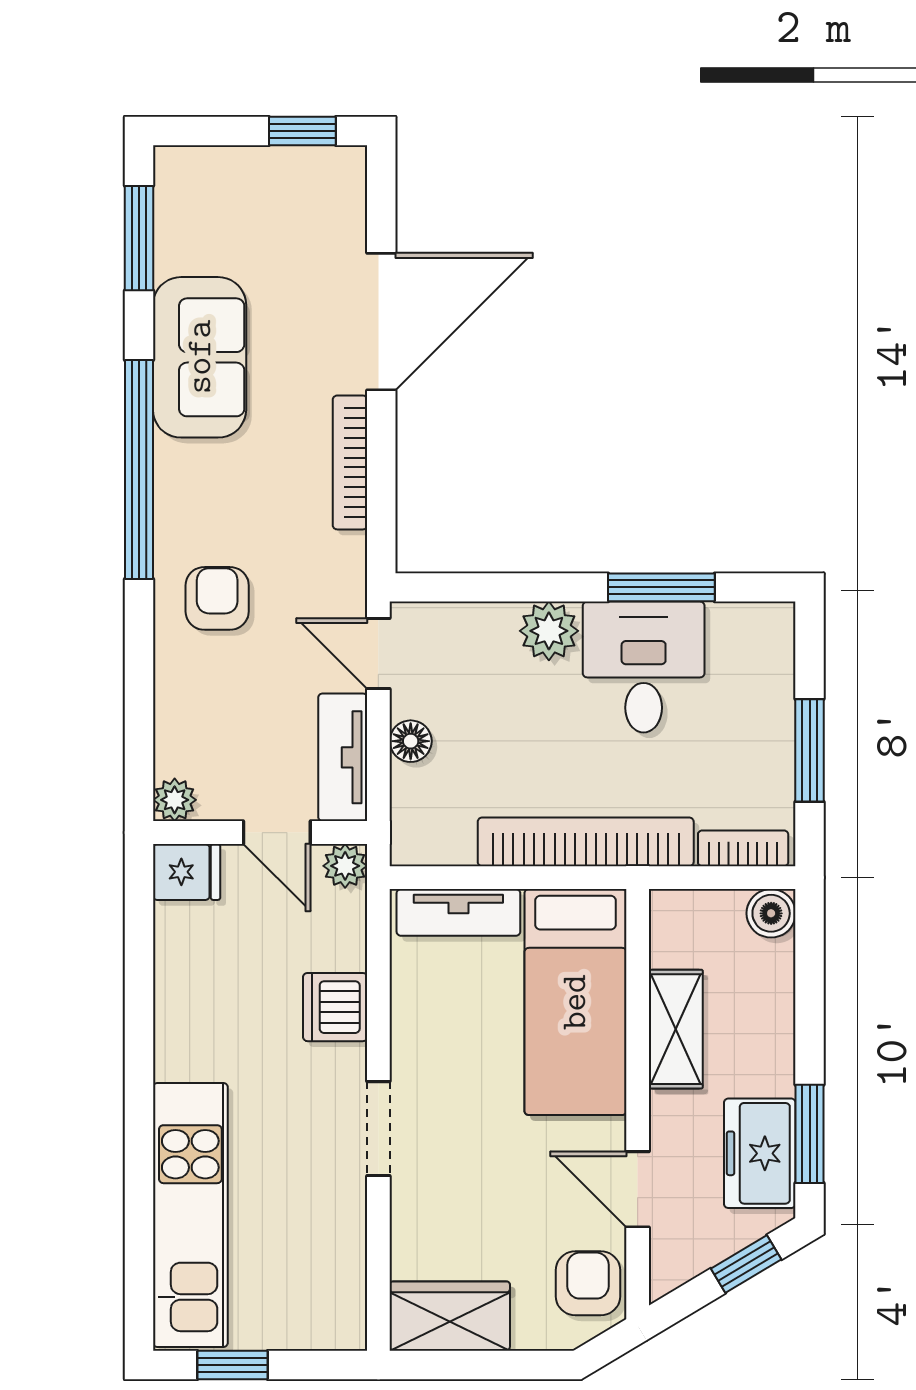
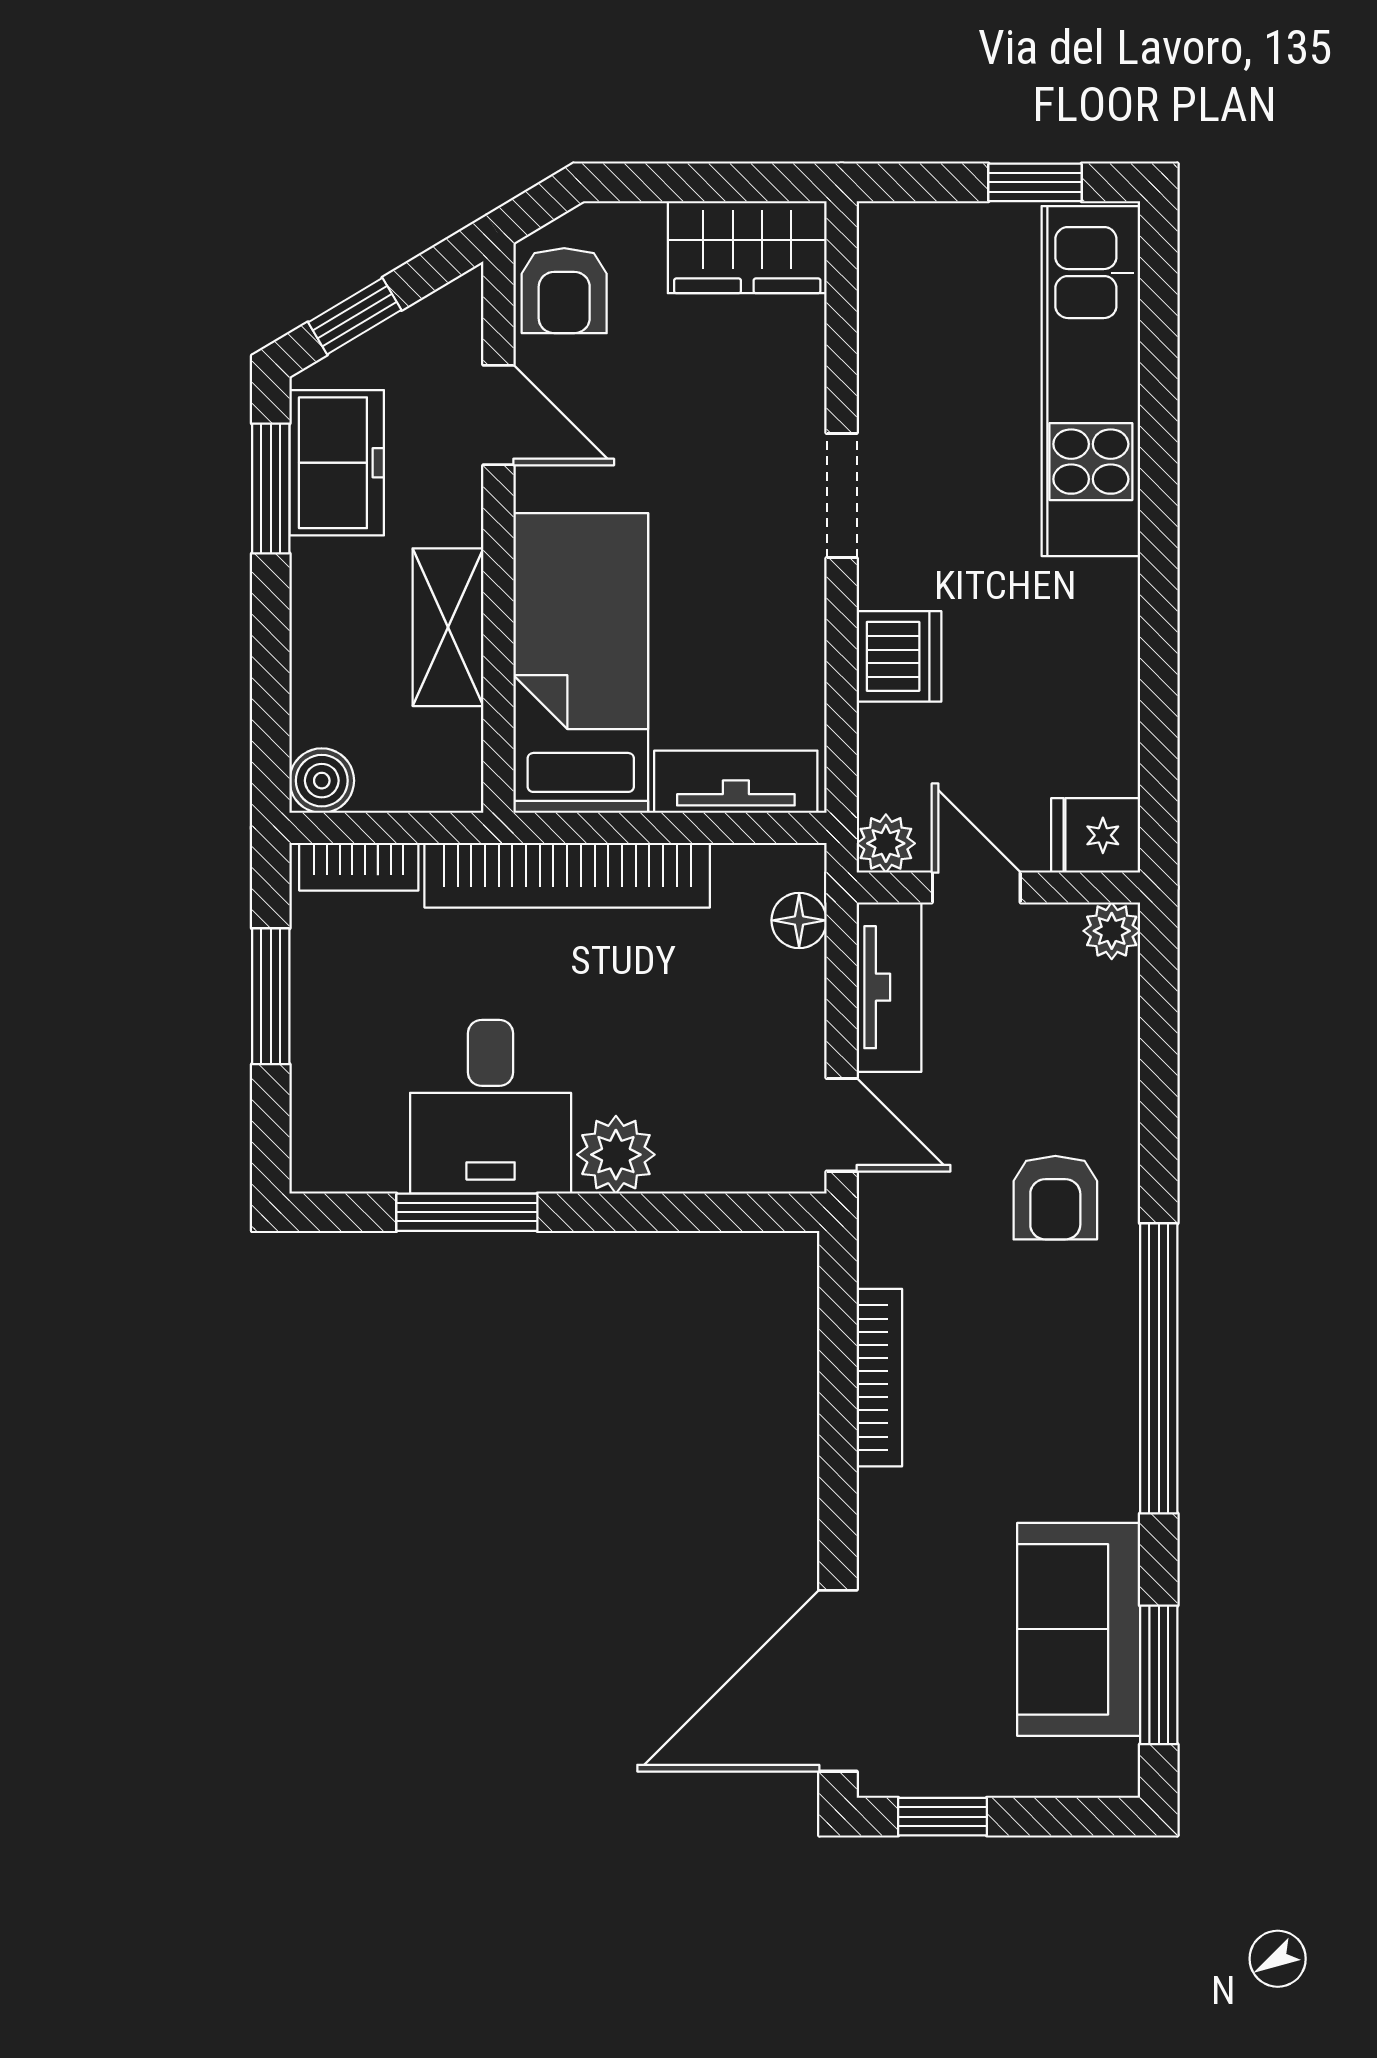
door: (381, 322) -> (838, 1681), moved
sofa: (200, 357) -> (1079, 1629), moved
floor lamp: (411, 741) -> (799, 920), moved

